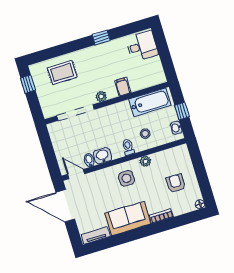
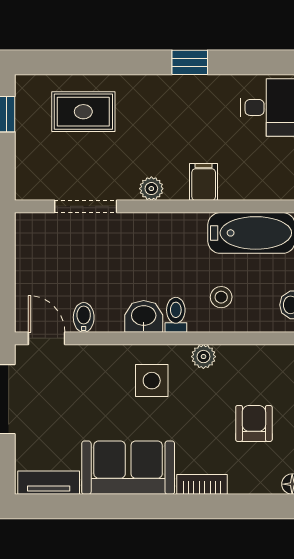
doorway: (76, 113) -> (86, 206), width x0.73
washbasin: (103, 156) -> (144, 316), moved

